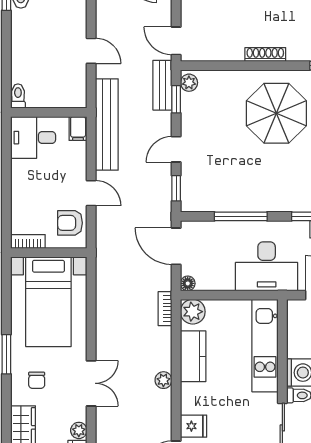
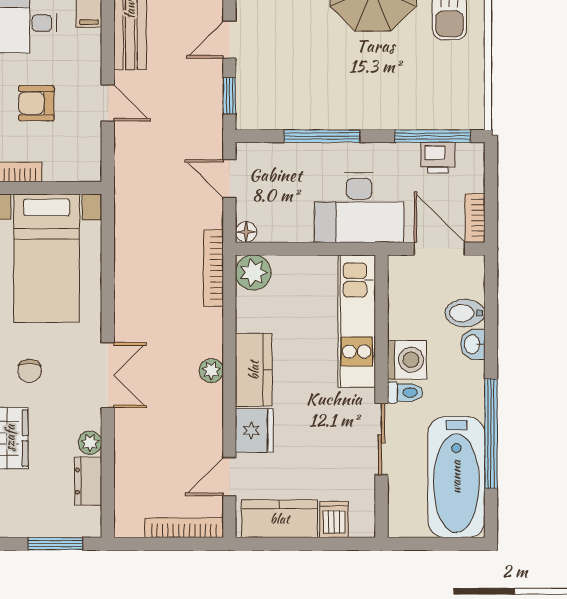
armchair: (70, 223) -> (36, 103), moved
door: (176, 246) -> (229, 179), width x0.73
bookcase: (165, 309) -> (214, 268), width x1.56
kitchen counter: (193, 356) -> (254, 370), moved
fridge: (194, 426) -> (254, 430), width x1.38

